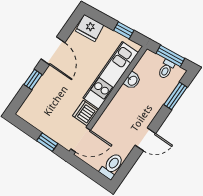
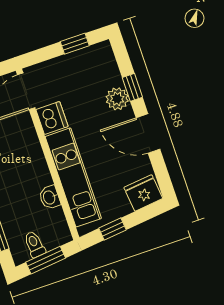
plant: (46, 84) -> (117, 99), added
window: (47, 142) -> (75, 44), moved

